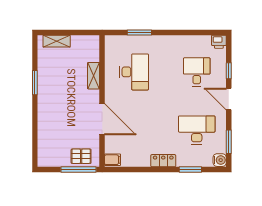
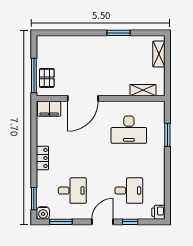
shelving: (94, 76) -> (143, 90), moved
desk: (197, 130) -> (72, 191), width x0.73
filing cabinet: (113, 160) -> (49, 109), width x2.00
window: (190, 169) -> (34, 199), moved

